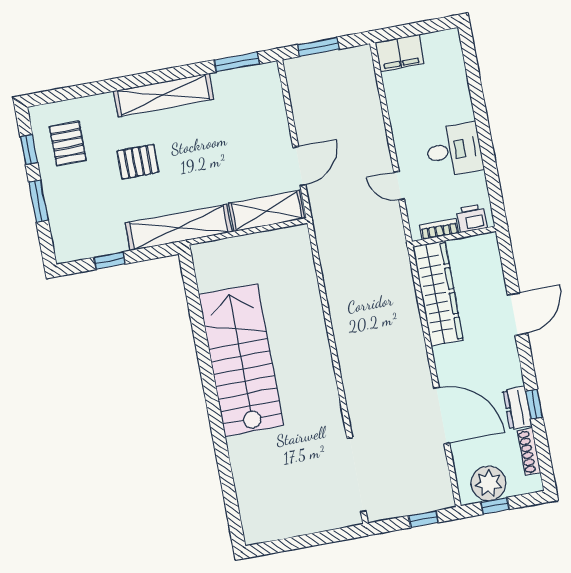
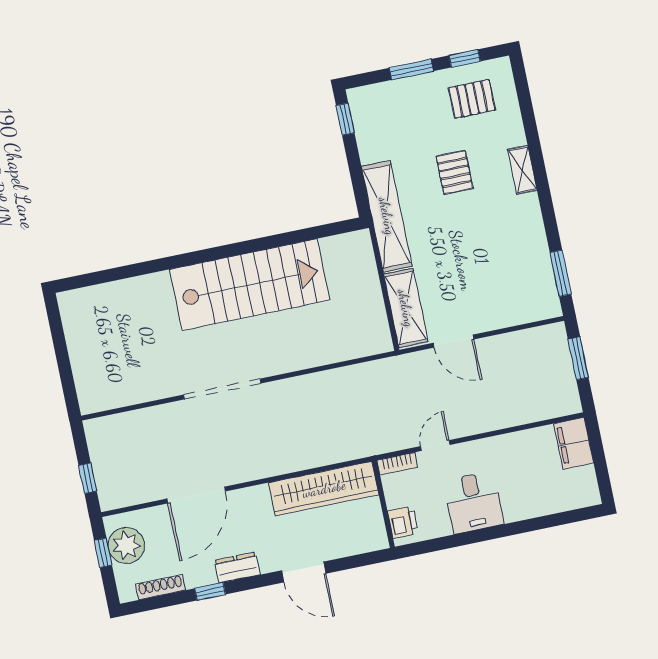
shelving: (163, 95) -> (522, 170), width x0.45, depth x0.75
bookcase: (439, 229) -> (397, 464), moved, turned 90
window: (110, 261) -> (345, 119), moved
dresser: (517, 408) -> (237, 567), moved
doorway: (357, 475) -> (222, 389), moved

